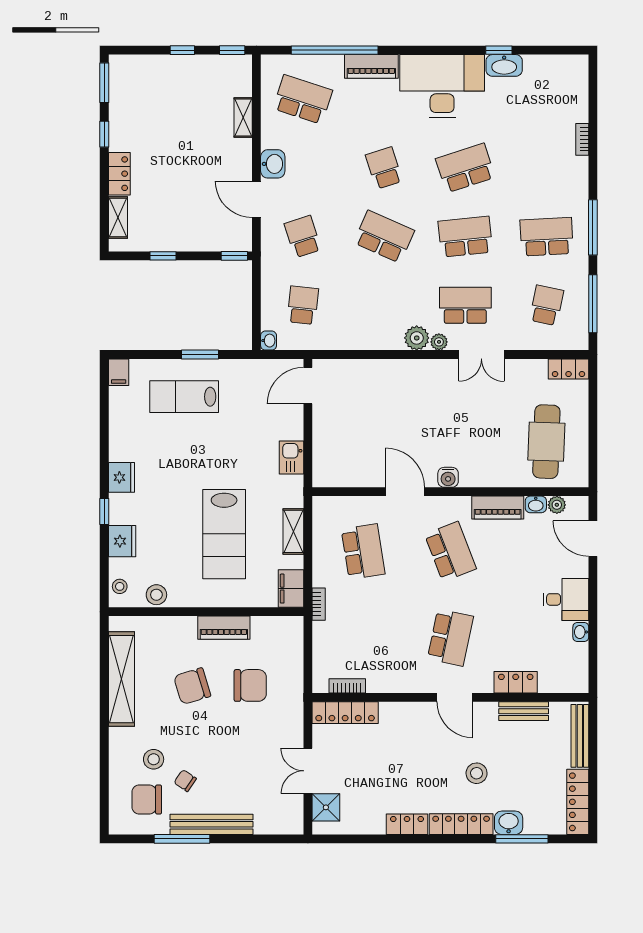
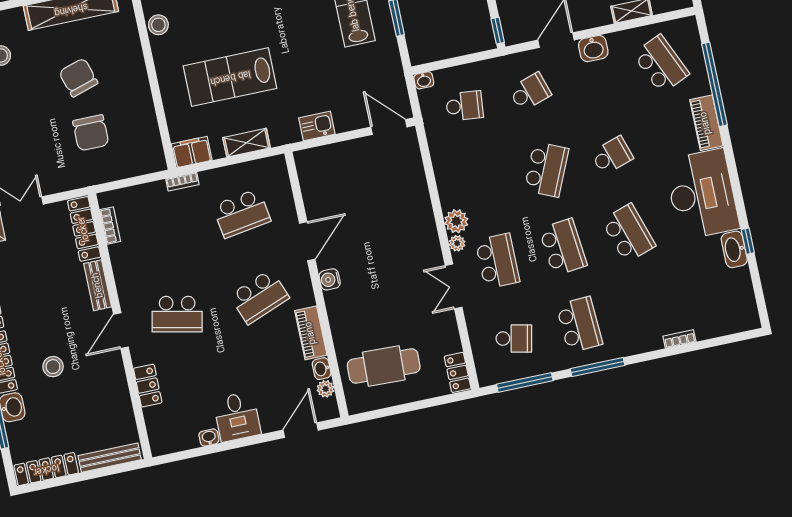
school desk: (303, 99) -> (661, 64), turned -42
piano: (224, 628) -> (141, 96), removed
bench: (524, 711) -> (98, 285), moved

